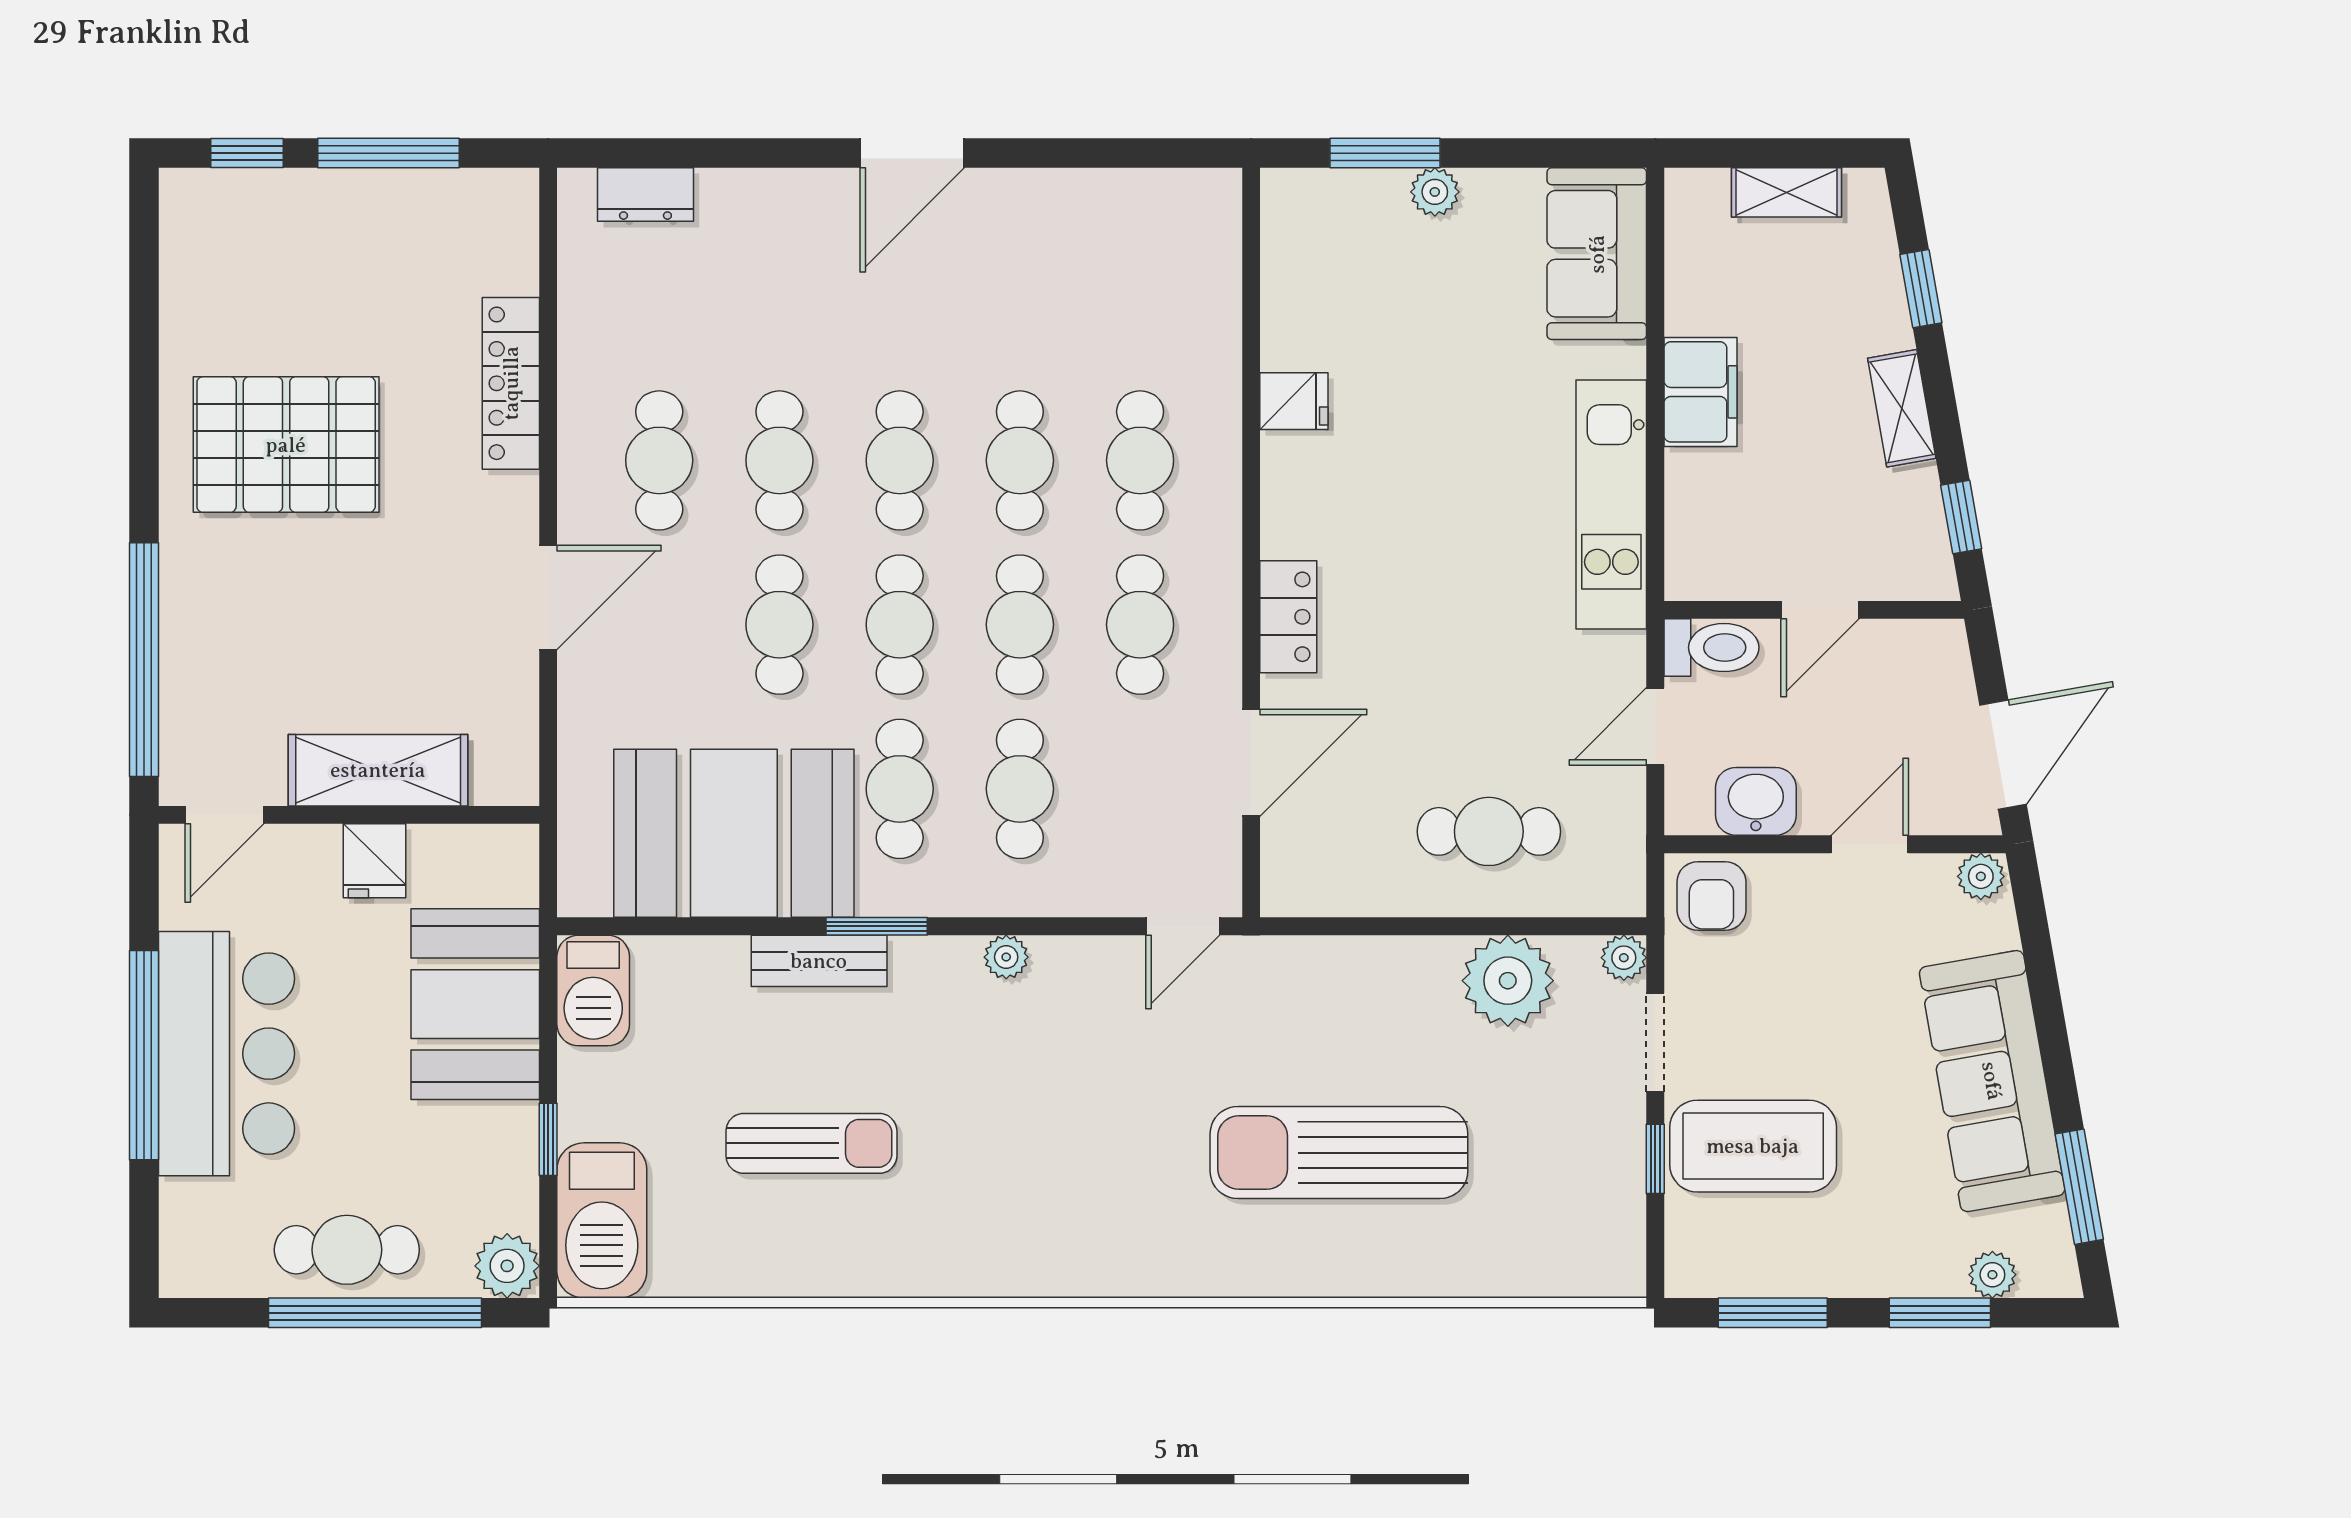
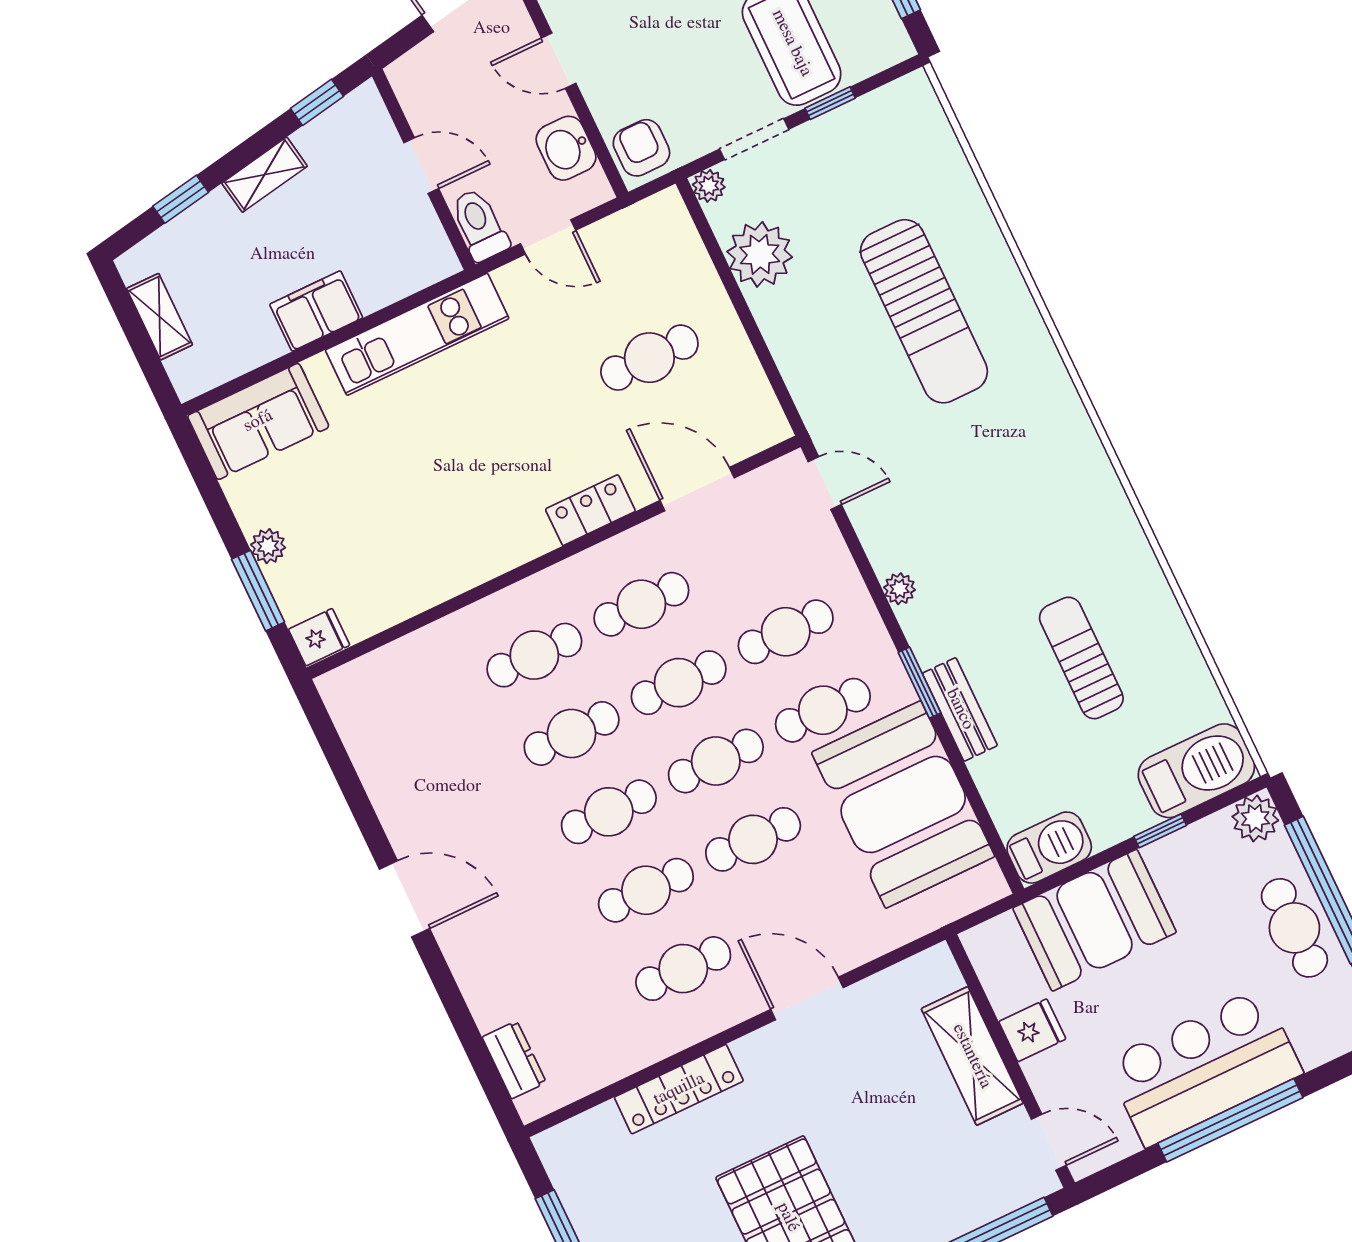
fridge: (1294, 401) -> (319, 637), moved, turned 90
cafe table: (1489, 831) -> (649, 358), moved, turned 90
armchair: (1711, 896) -> (641, 148), turned -90

